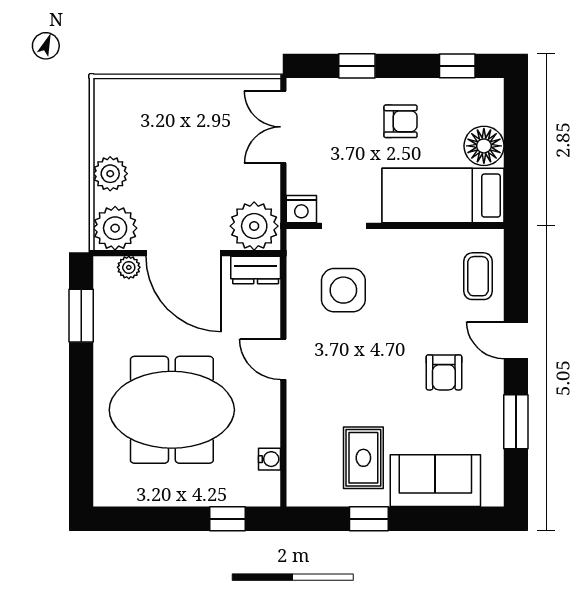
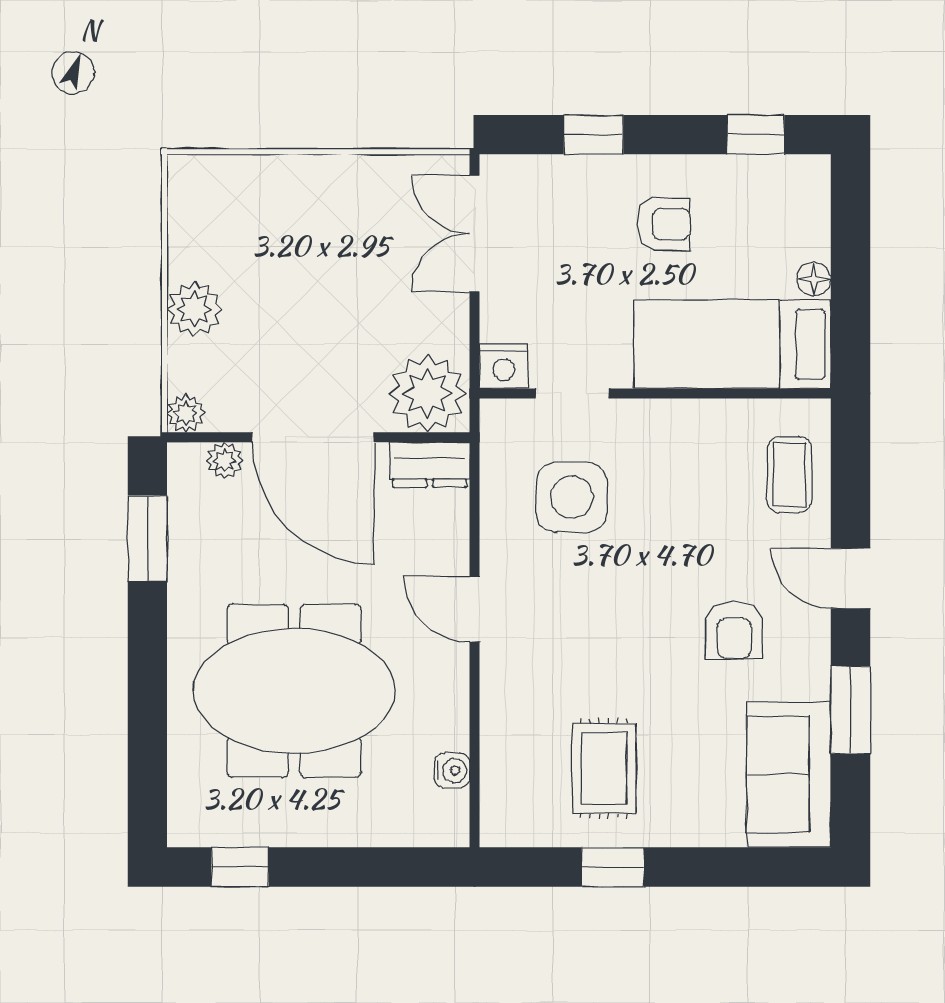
floor lamp: (484, 146) -> (814, 279), width x0.53, depth x0.53
plant: (115, 228) -> (186, 414), width x0.53, depth x0.53
sofa: (435, 481) -> (789, 775), moved, turned -90
window: (227, 519) -> (240, 867), moved

